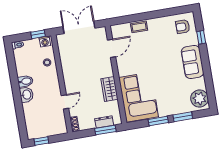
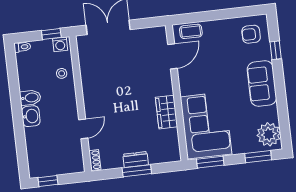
door: (112, 48) -> (172, 56), moved
wall: (116, 75) -> (177, 93), moved
wardrobe: (109, 89) -> (167, 112), moved
corner sofa: (139, 97) -> (206, 125), moved
window: (183, 117) -> (258, 157), moved

